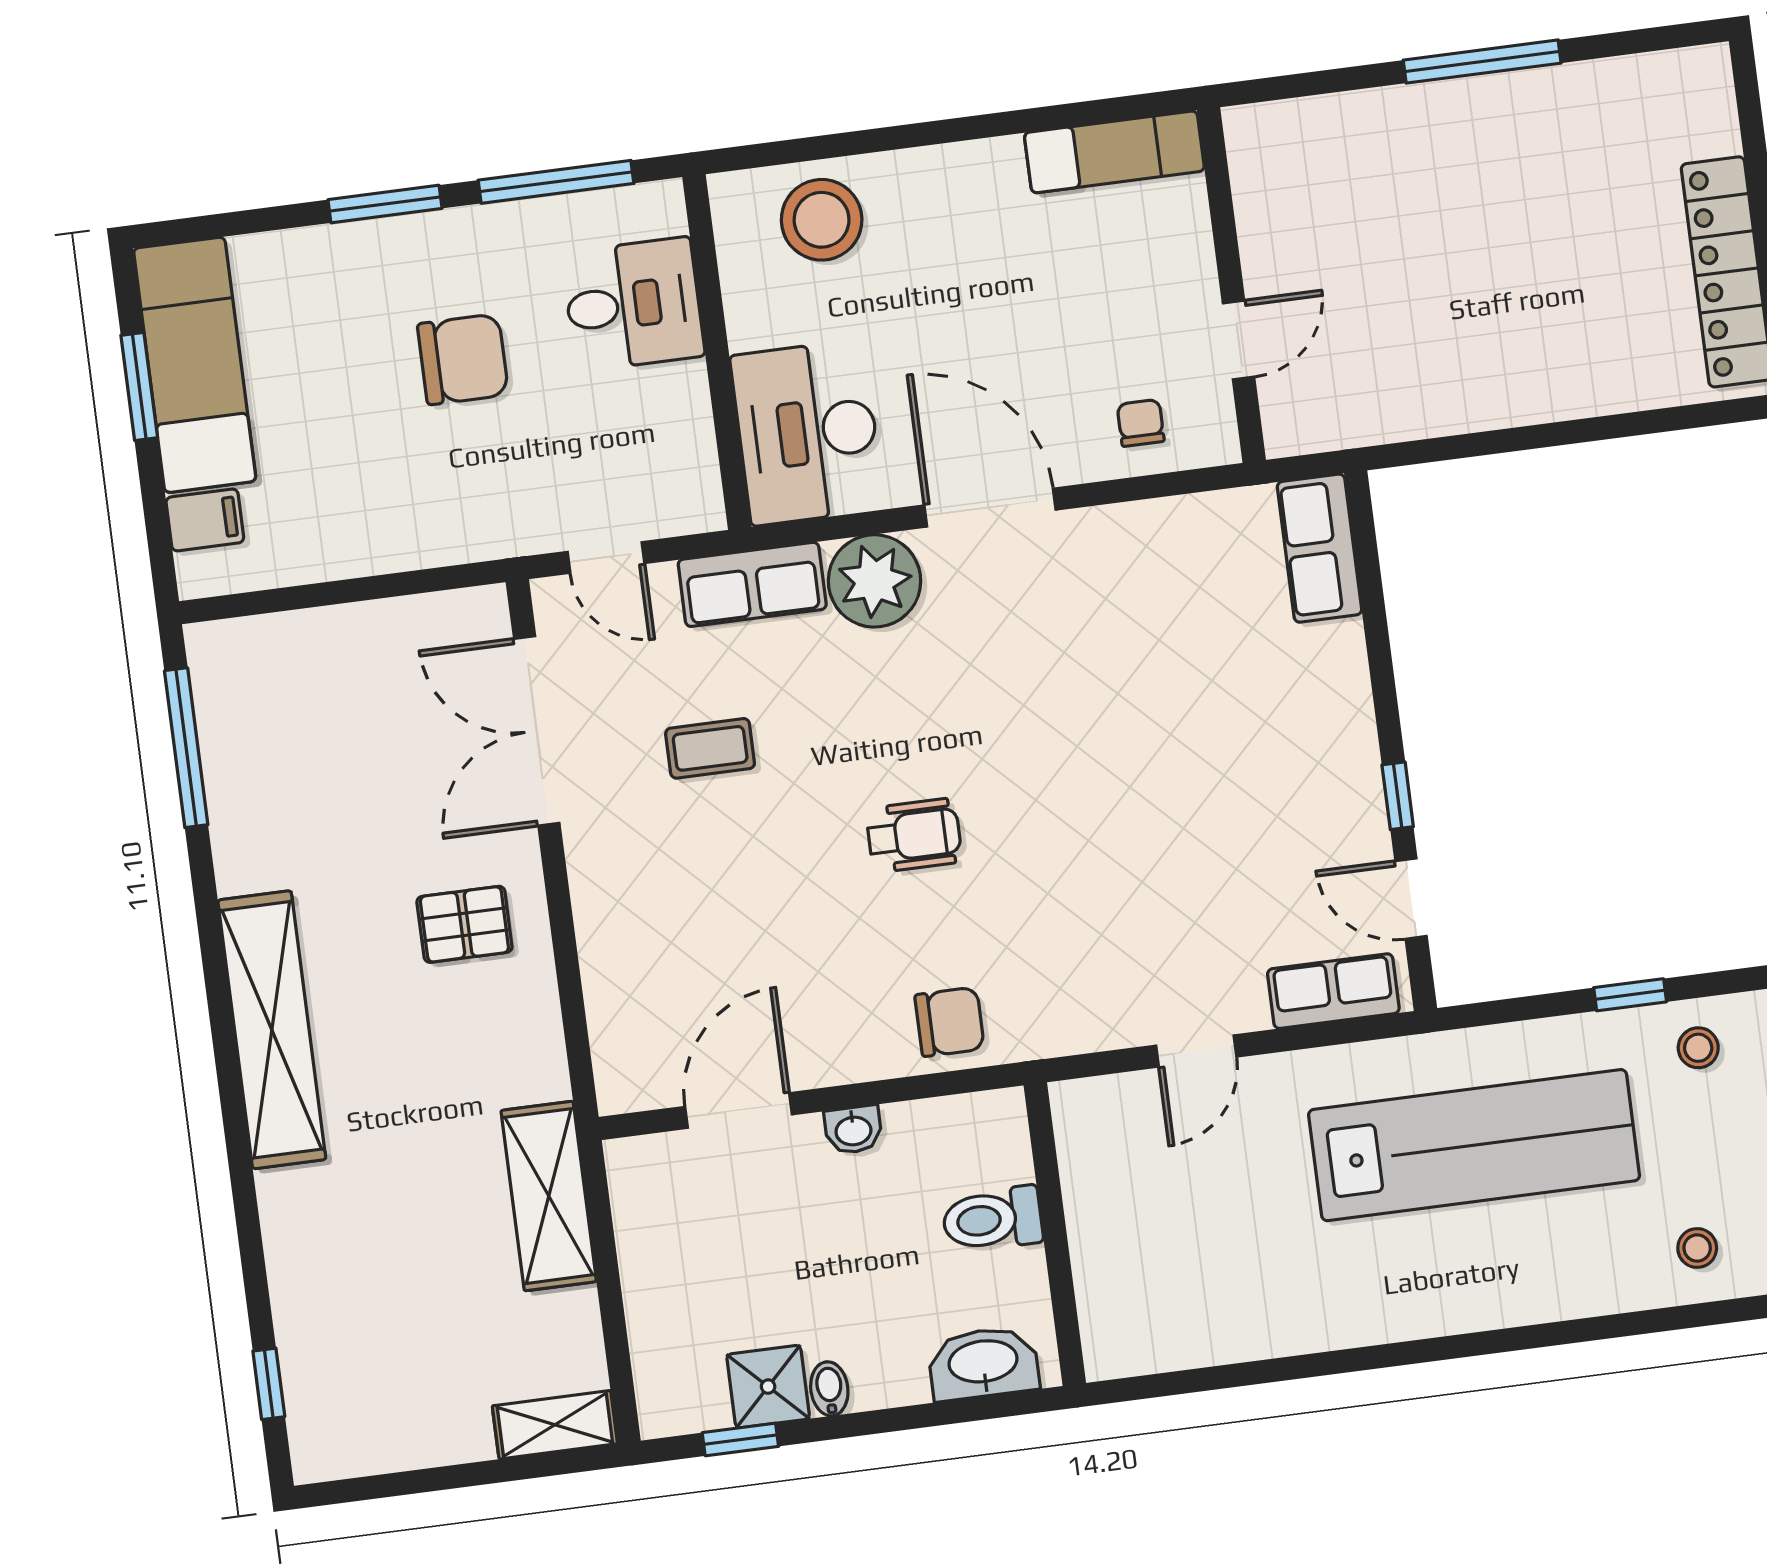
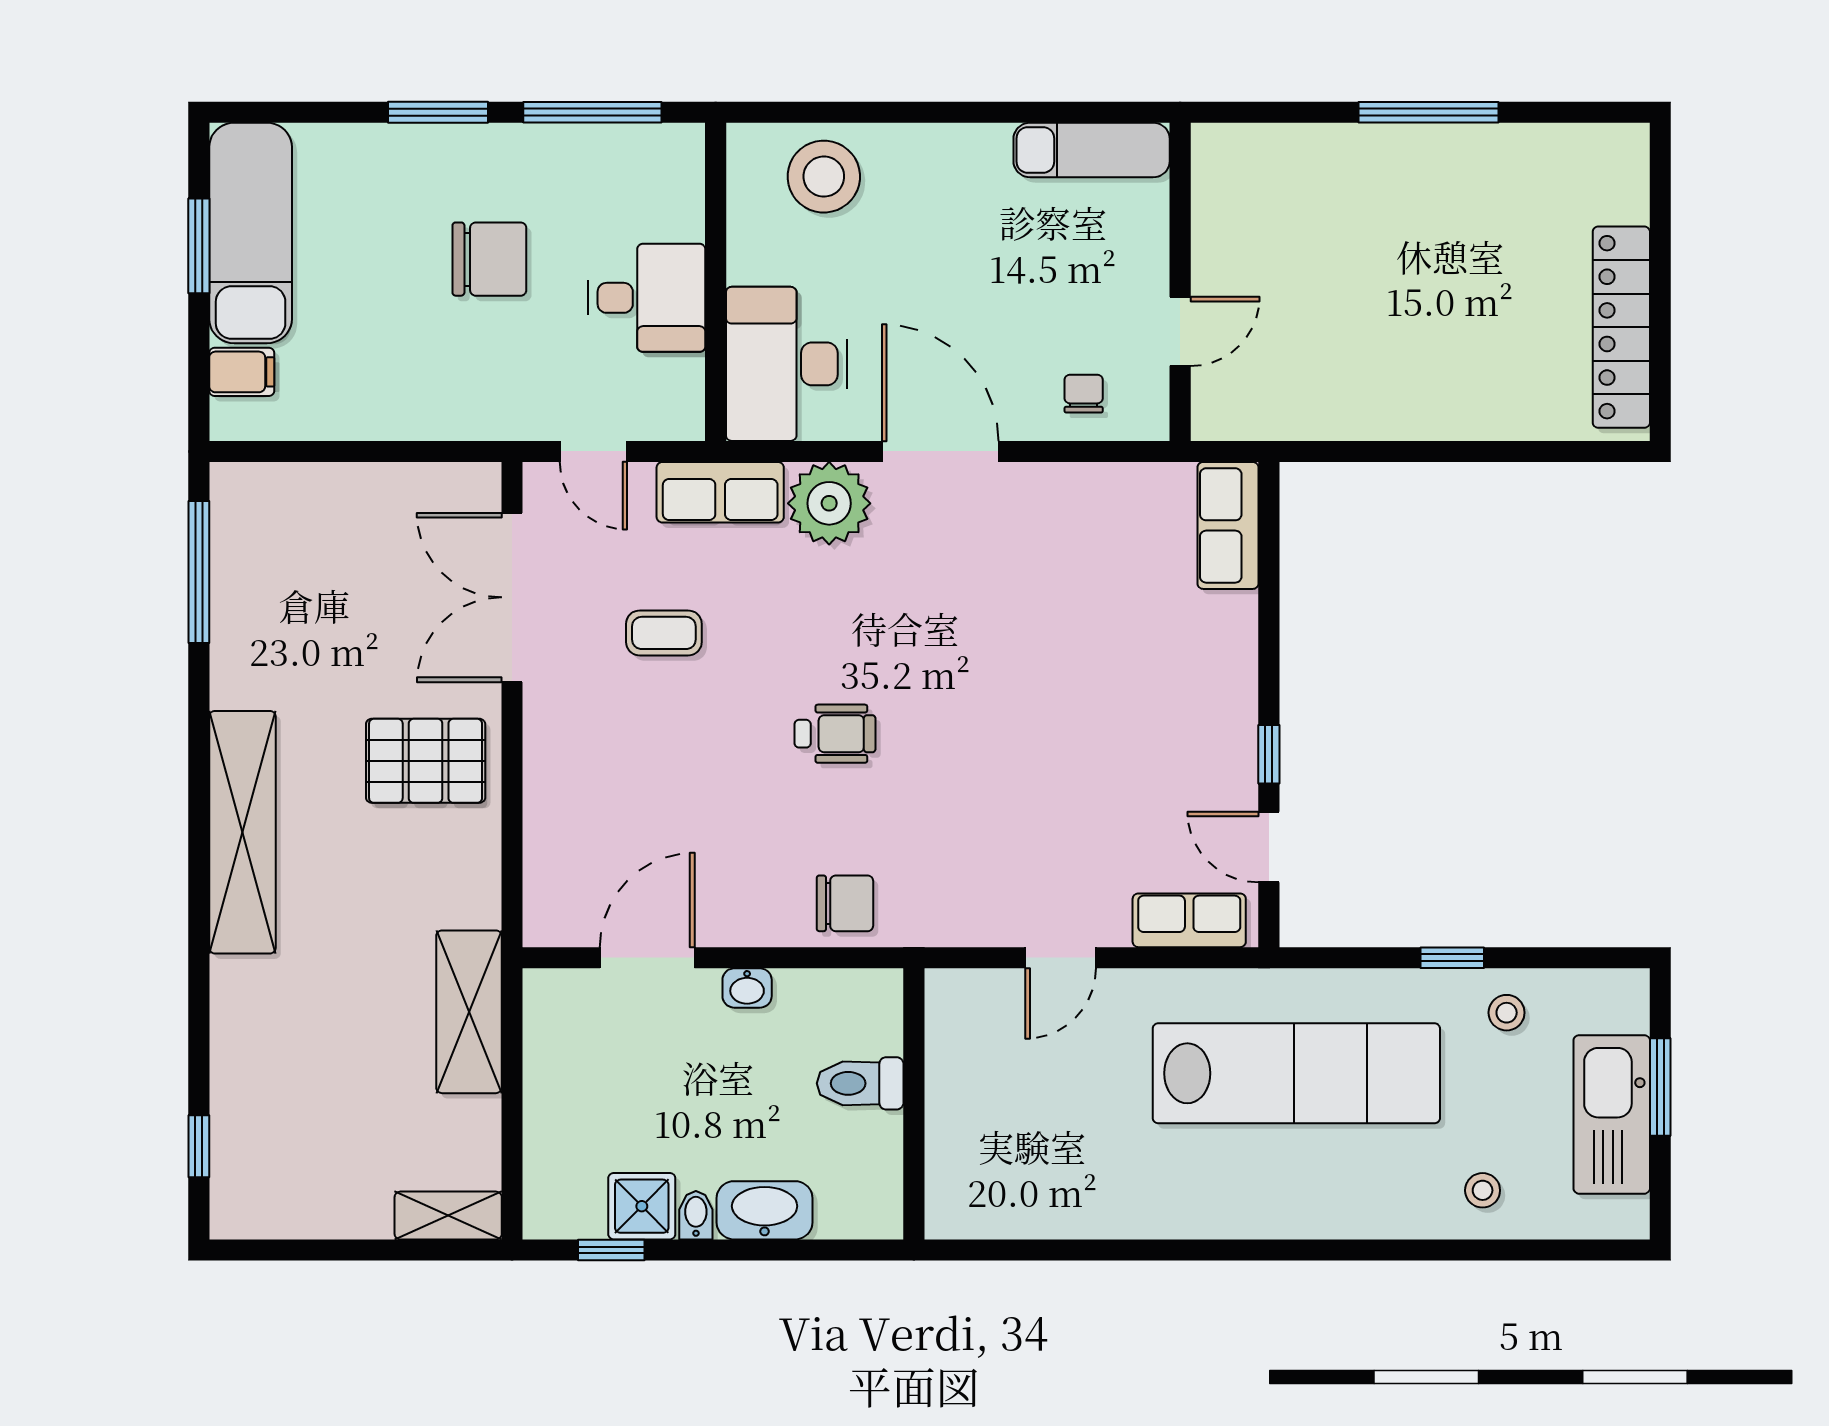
desk: (633, 304) -> (647, 298), moved
pallet: (464, 924) -> (426, 761), width x1.50, depth x1.42
washbasin: (983, 1363) -> (765, 1210), moved

